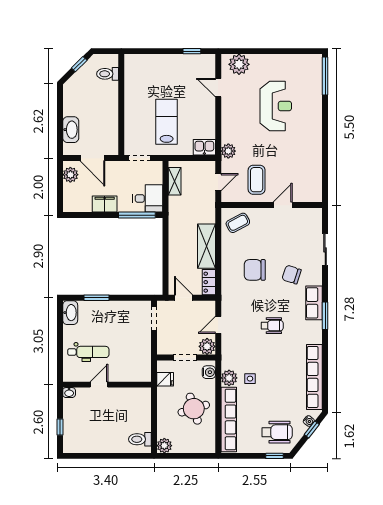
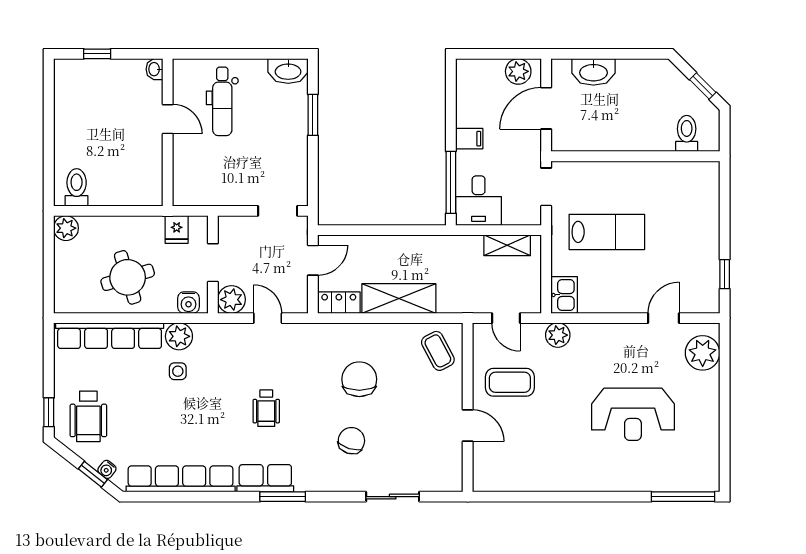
filing cabinet: (105, 204) -> (469, 139), width x0.50
row of seats: (314, 303) -> (265, 478), moved

